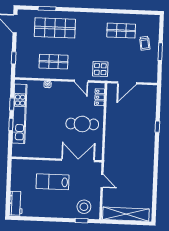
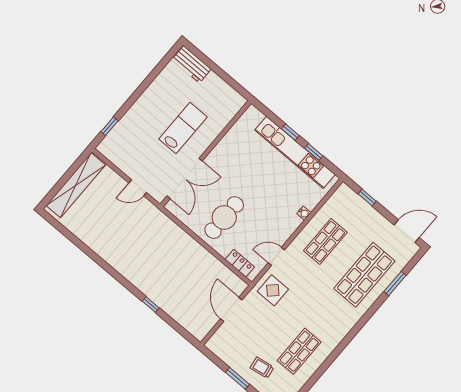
stool: (84, 207) -> (124, 142), removed

